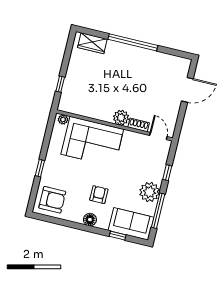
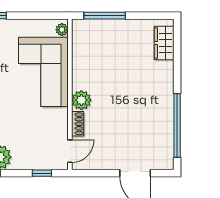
window: (133, 42) -> (177, 126), moved
window: (60, 84) -> (105, 16), width x2.17
window: (167, 173) -> (42, 173), moved

